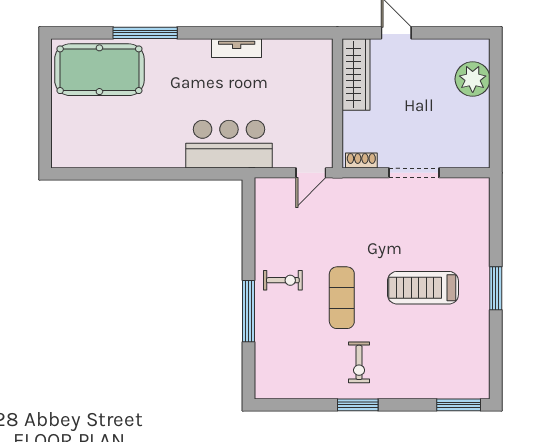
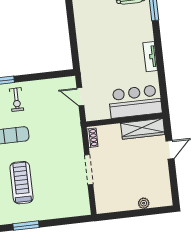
plant: (473, 79) -> (144, 203), width x0.53, depth x0.53
bar counter: (229, 144) -> (135, 102), moved, turned -90
door: (311, 173) -> (80, 97), moved

